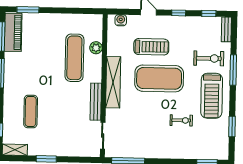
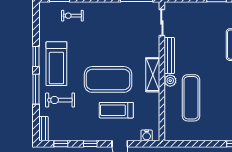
plant: (96, 48) -> (170, 81), moved
shelving: (113, 82) -> (153, 75), width x0.68
treadmill: (212, 96) -> (56, 64), turned 180
exercise bike: (181, 120) -> (72, 16), moved
window: (232, 126) -> (36, 57), moved

